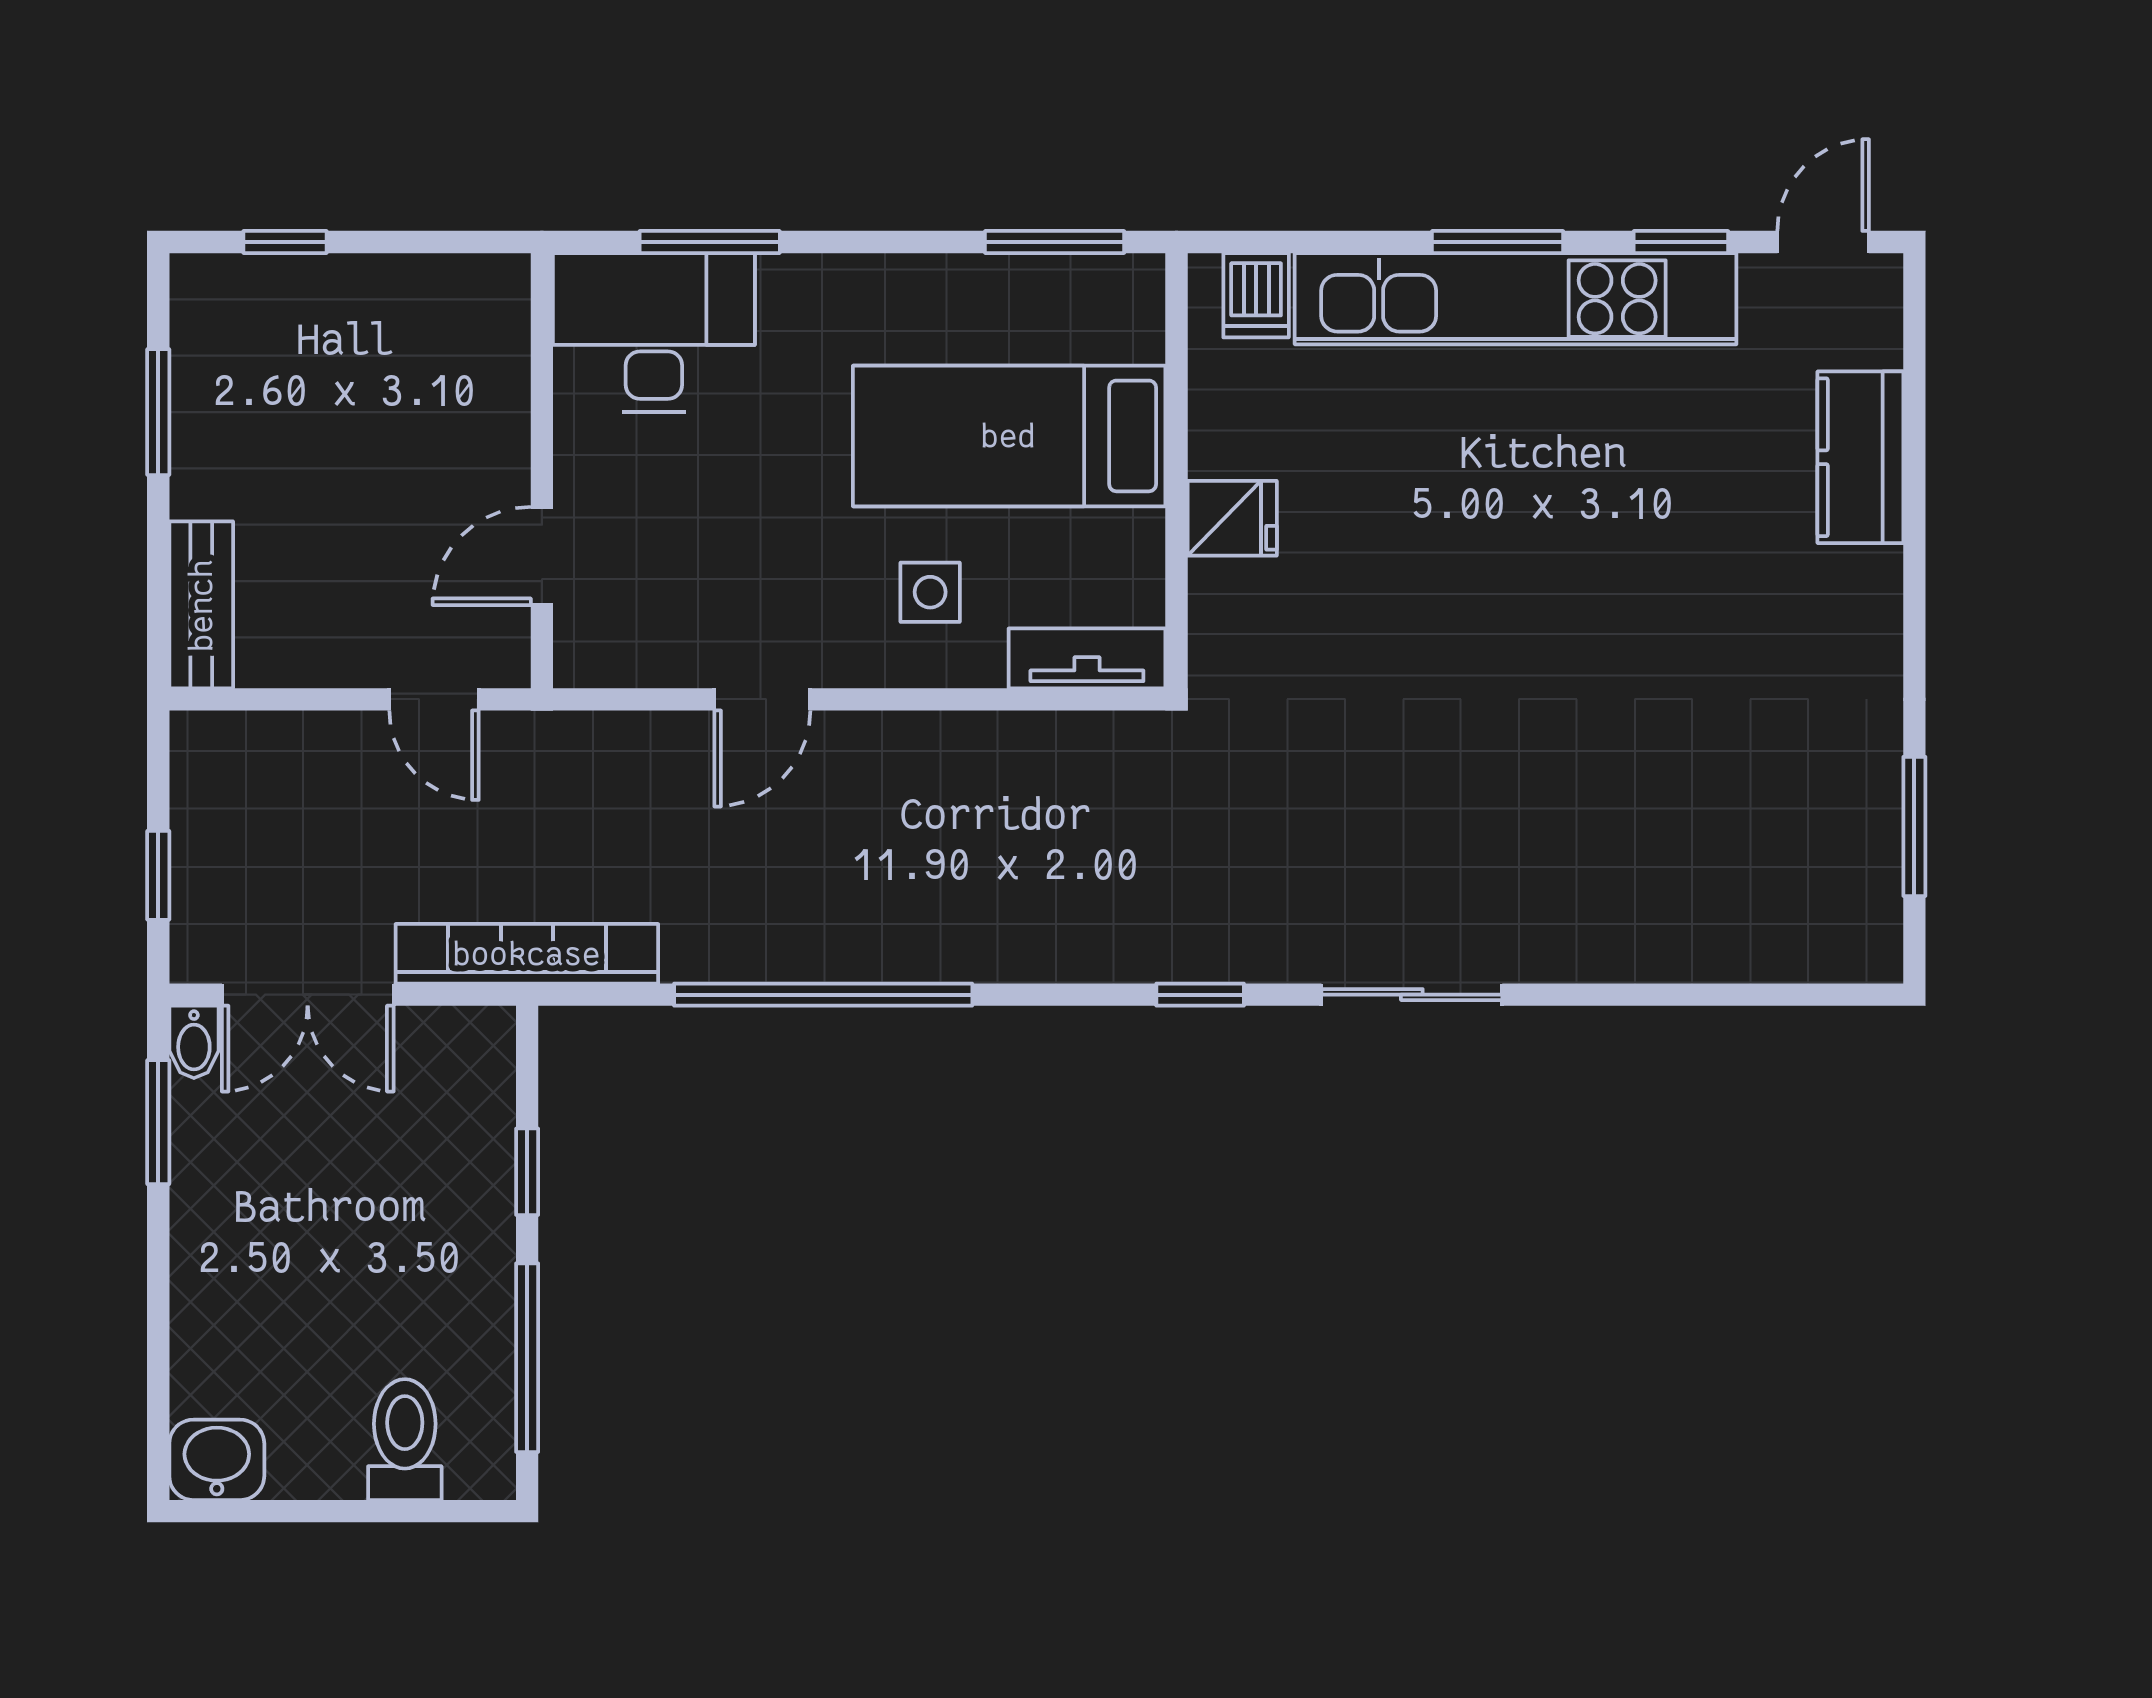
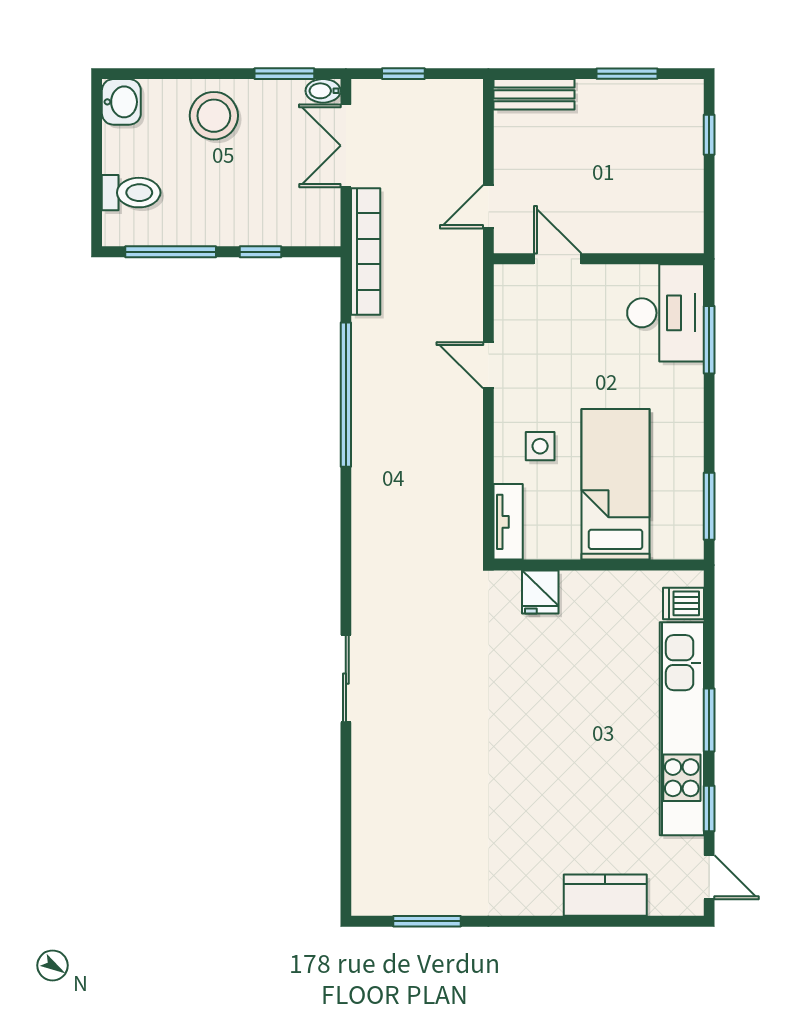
fridge: (1232, 518) -> (540, 592), moved
window: (1200, 995) -> (346, 576), removed
stool: (245, 1268) -> (214, 116), added

